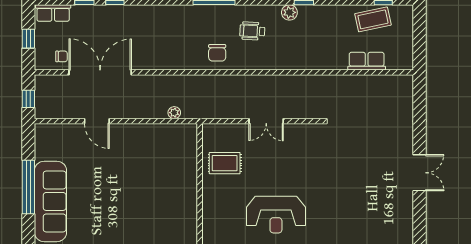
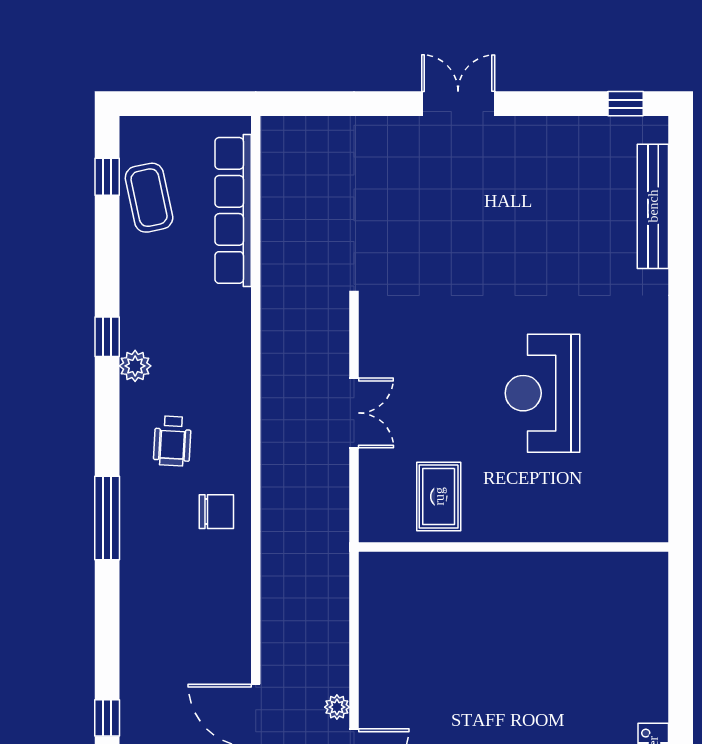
row of seats: (367, 61) -> (233, 210), width x2.02
plant: (174, 113) -> (337, 707), moved
reception desk: (276, 215) -> (542, 393), turned 180

